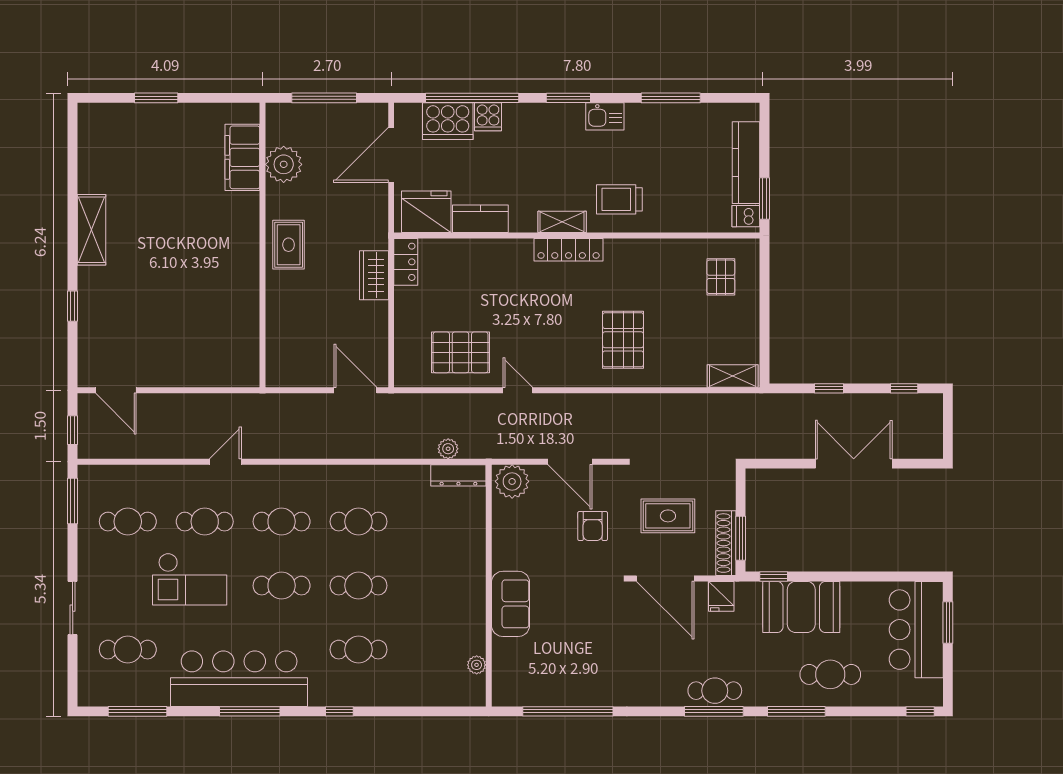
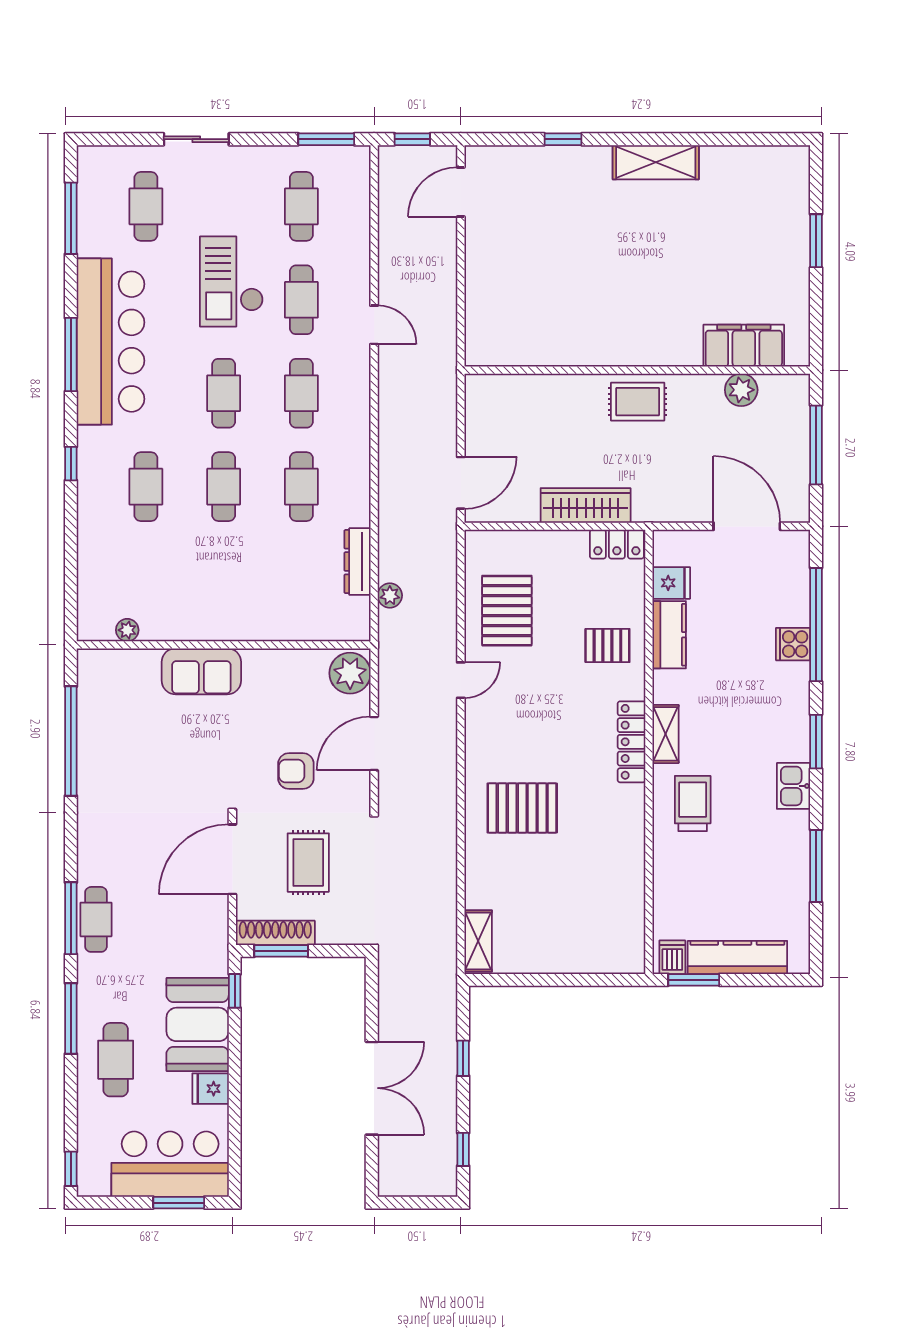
cooker: (448, 121) -> (788, 595), removed
plant: (284, 164) -> (741, 390), width x0.73, depth x0.73
fridge: (426, 212) -> (671, 583), width x0.53, depth x0.75
wardrobe: (374, 275) -> (586, 505), width x1.50
pallet: (721, 277) -> (607, 645), moved
dresser: (458, 475) -> (358, 562), moved
fridge: (721, 596) -> (211, 1089), moved

